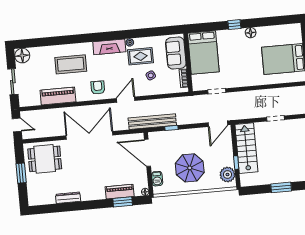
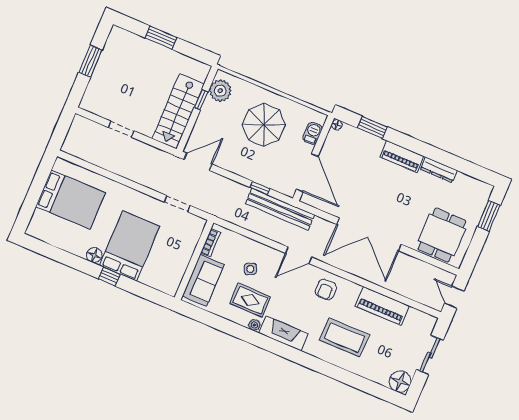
bed: (203, 52) -> (130, 246), moved
dining table: (45, 159) -> (442, 235), turned 90
window: (21, 173) -> (489, 216), moved
piano: (120, 192) -> (402, 156), moved

